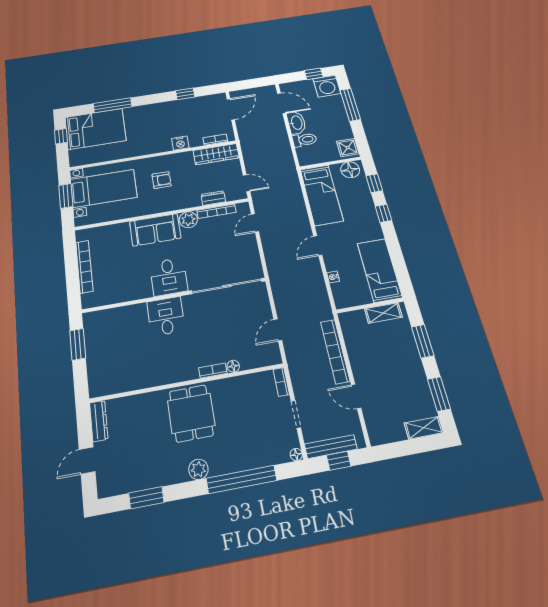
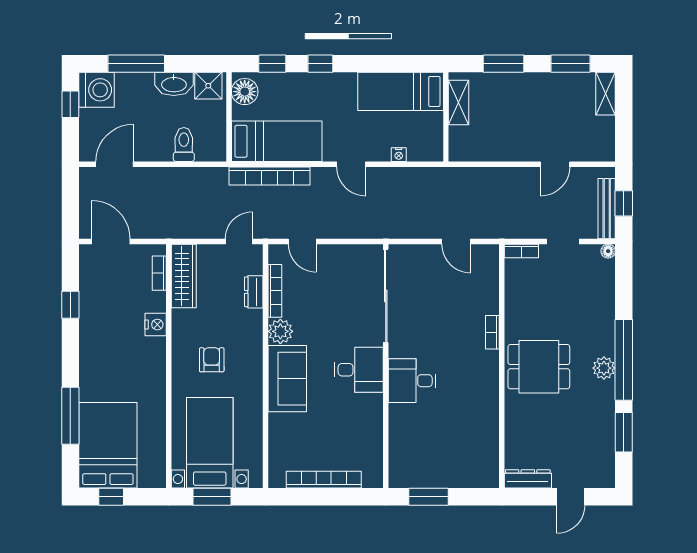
washbasin: (296, 123) -> (174, 84), moved, turned 180
bookcase: (335, 351) -> (270, 176), moved
floor lamp: (233, 366) -> (492, 306), removed
door: (87, 461) -> (571, 497), hinge flipped
window: (242, 479) -> (624, 360), moved

